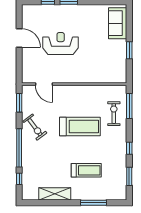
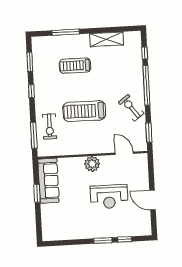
sofa: (118, 23) -> (48, 181), moved, width x1.36
plant: (75, 76) -> (92, 164), added

